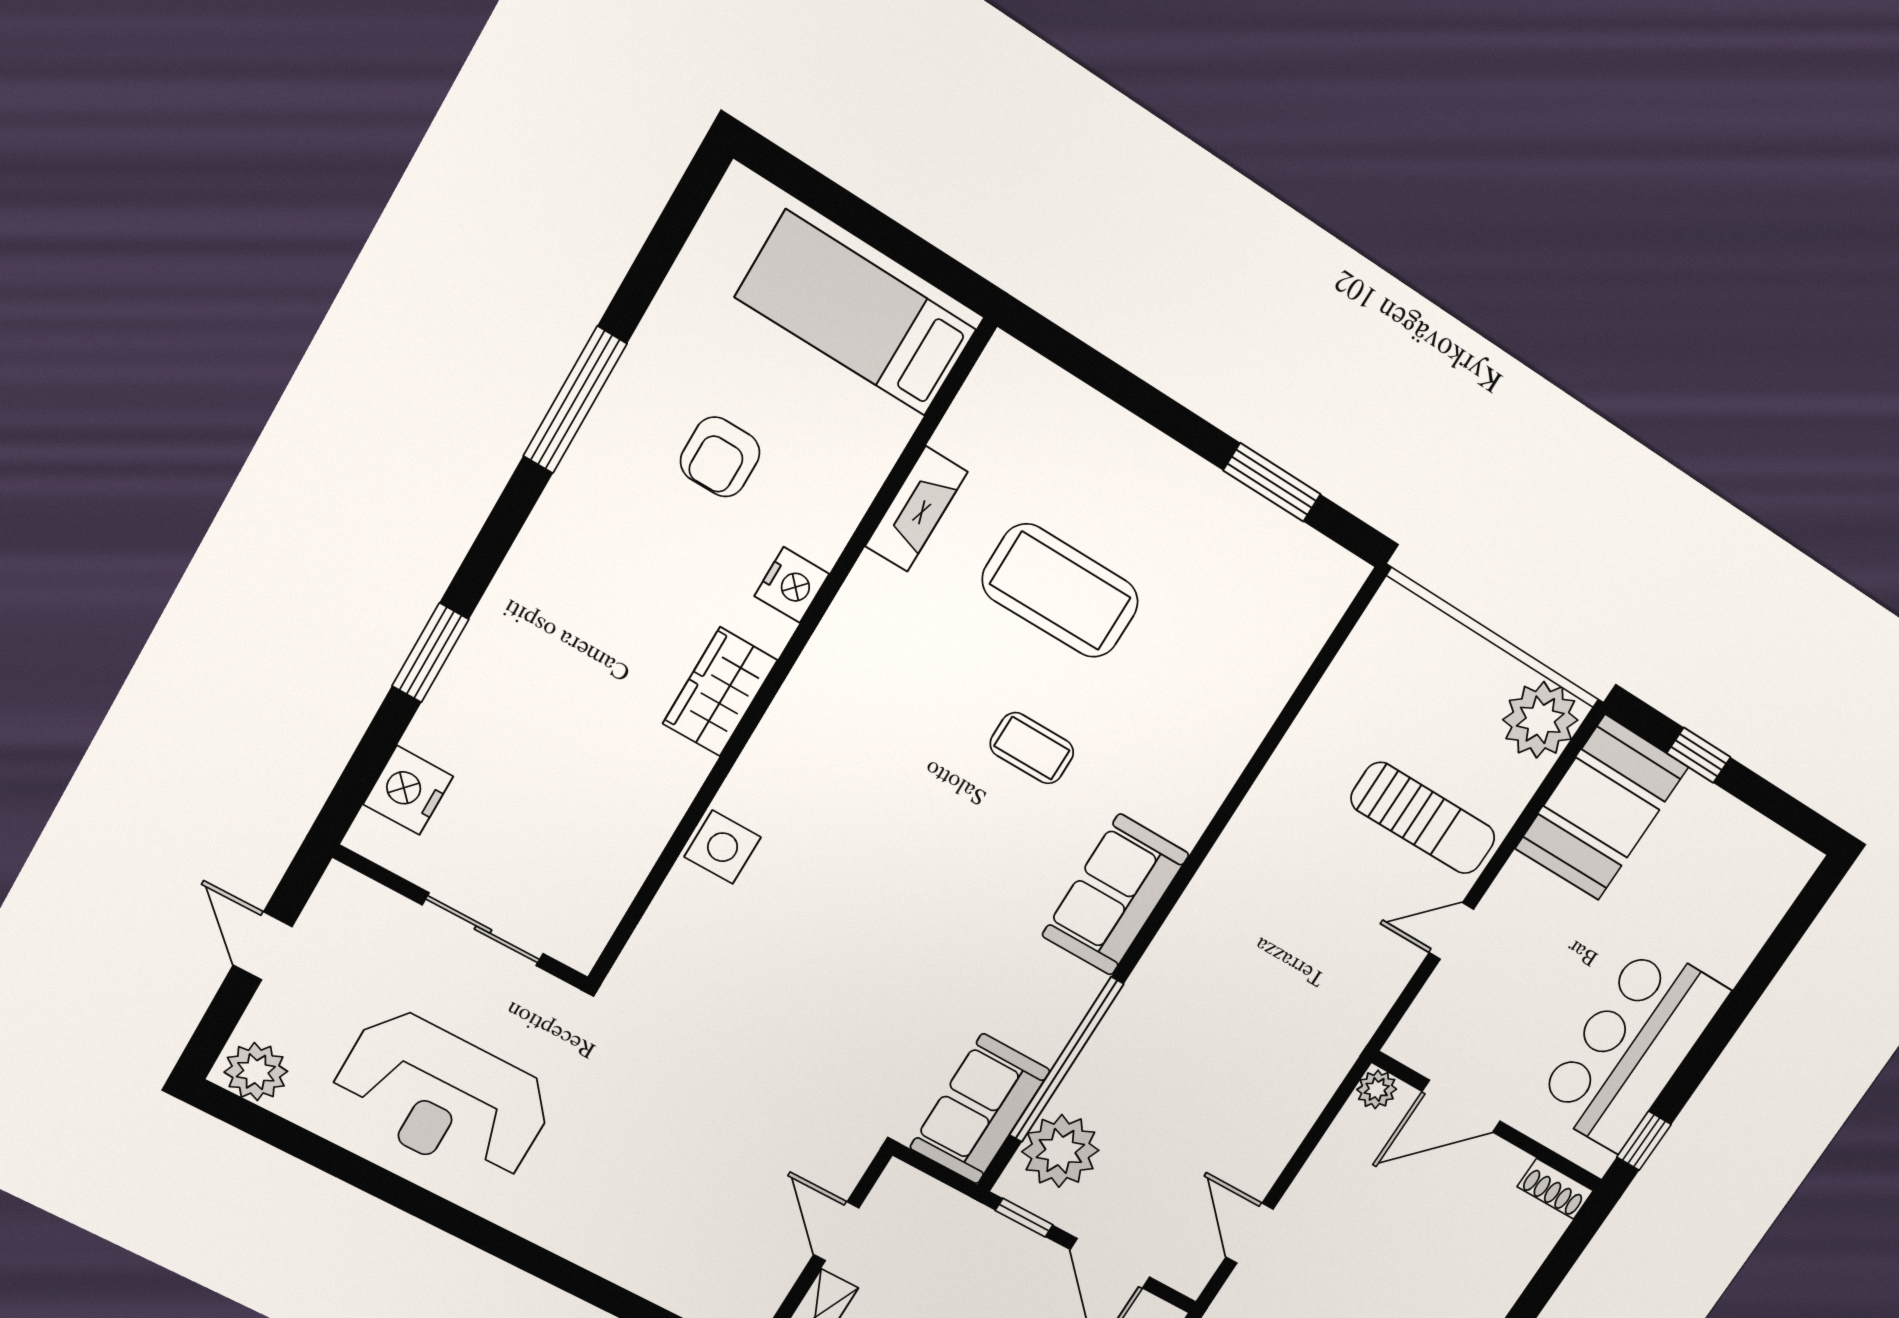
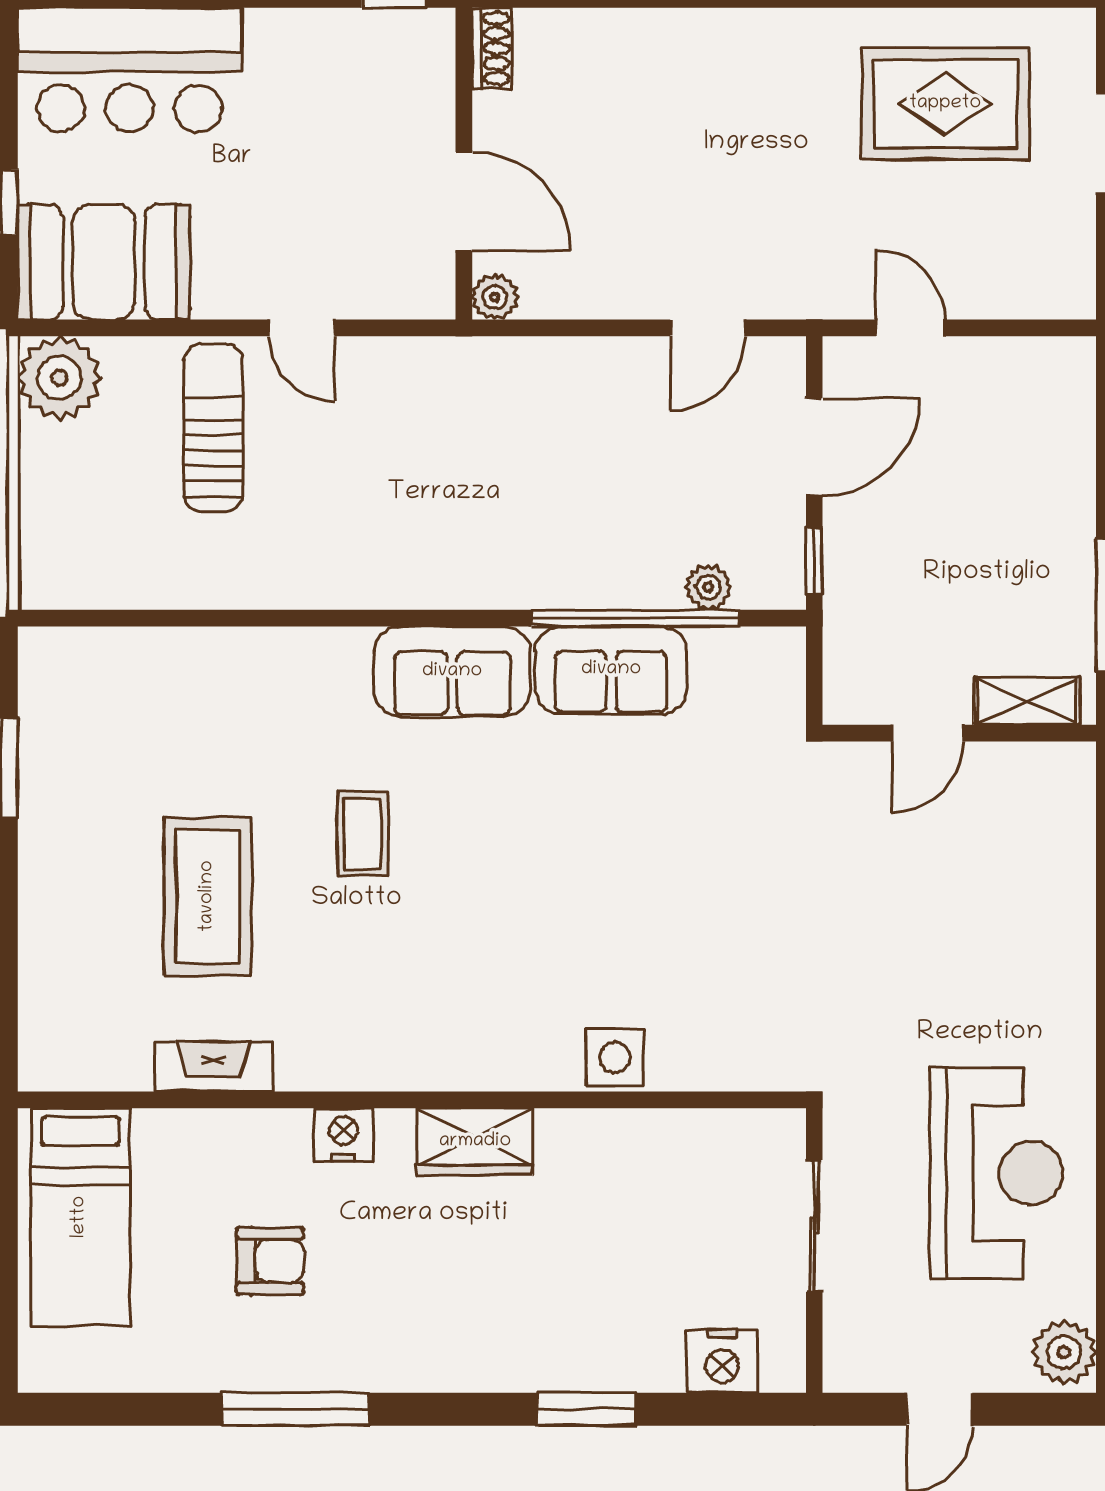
bar counter: (1632, 1047) -> (130, 70), moved
sofa: (980, 1109) -> (611, 670), moved
plant: (1060, 1151) -> (708, 587), width x0.53, depth x0.53

